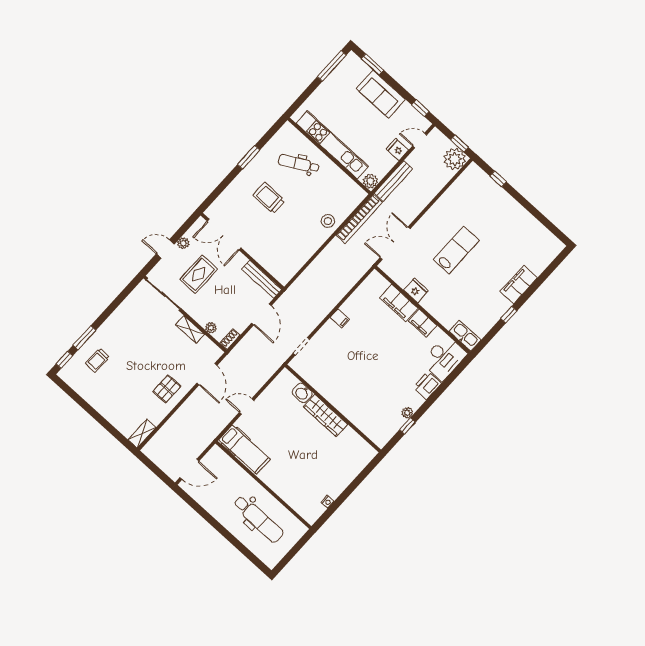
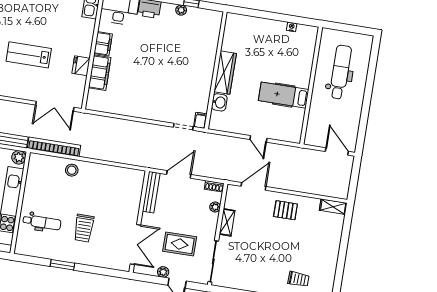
dental chair: (299, 164) -> (42, 222), turned -61
filing cabinet: (340, 318) -> (200, 120), moved
hospital bed: (244, 450) -> (284, 95), moved, turned -90

